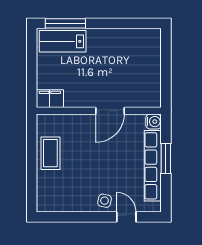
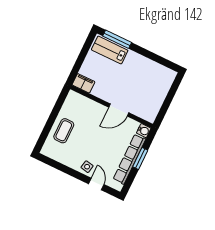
coffee table: (50, 153) -> (64, 131), moved

